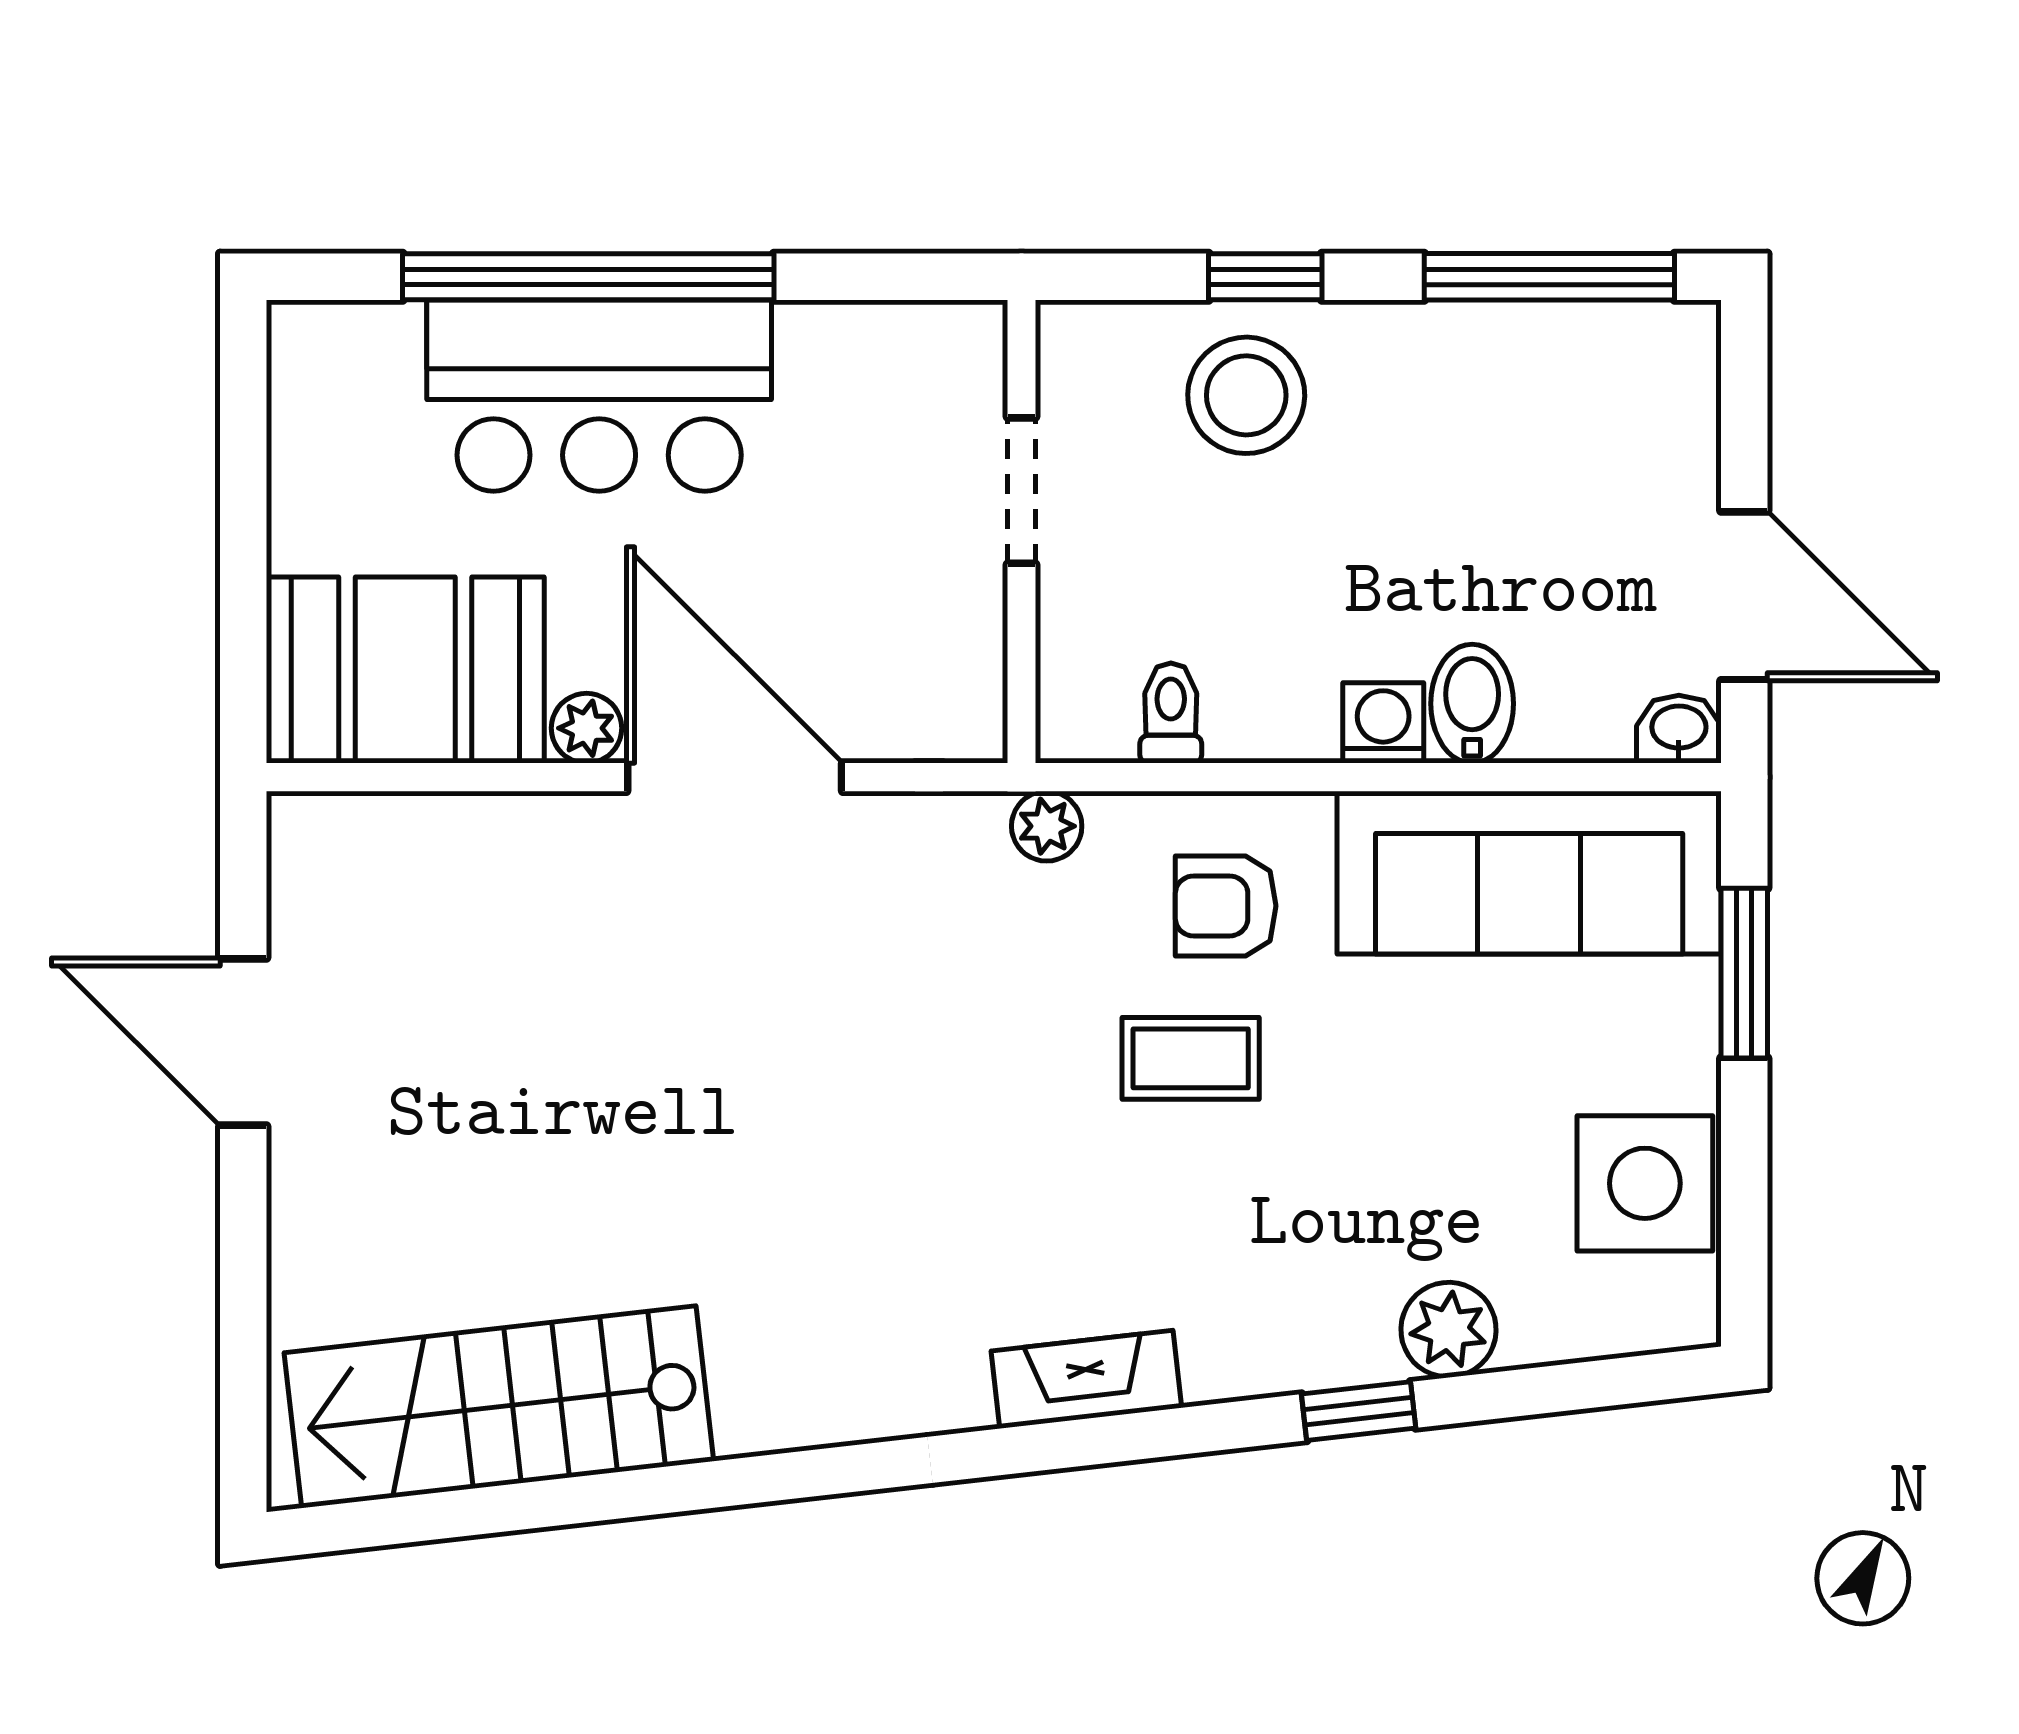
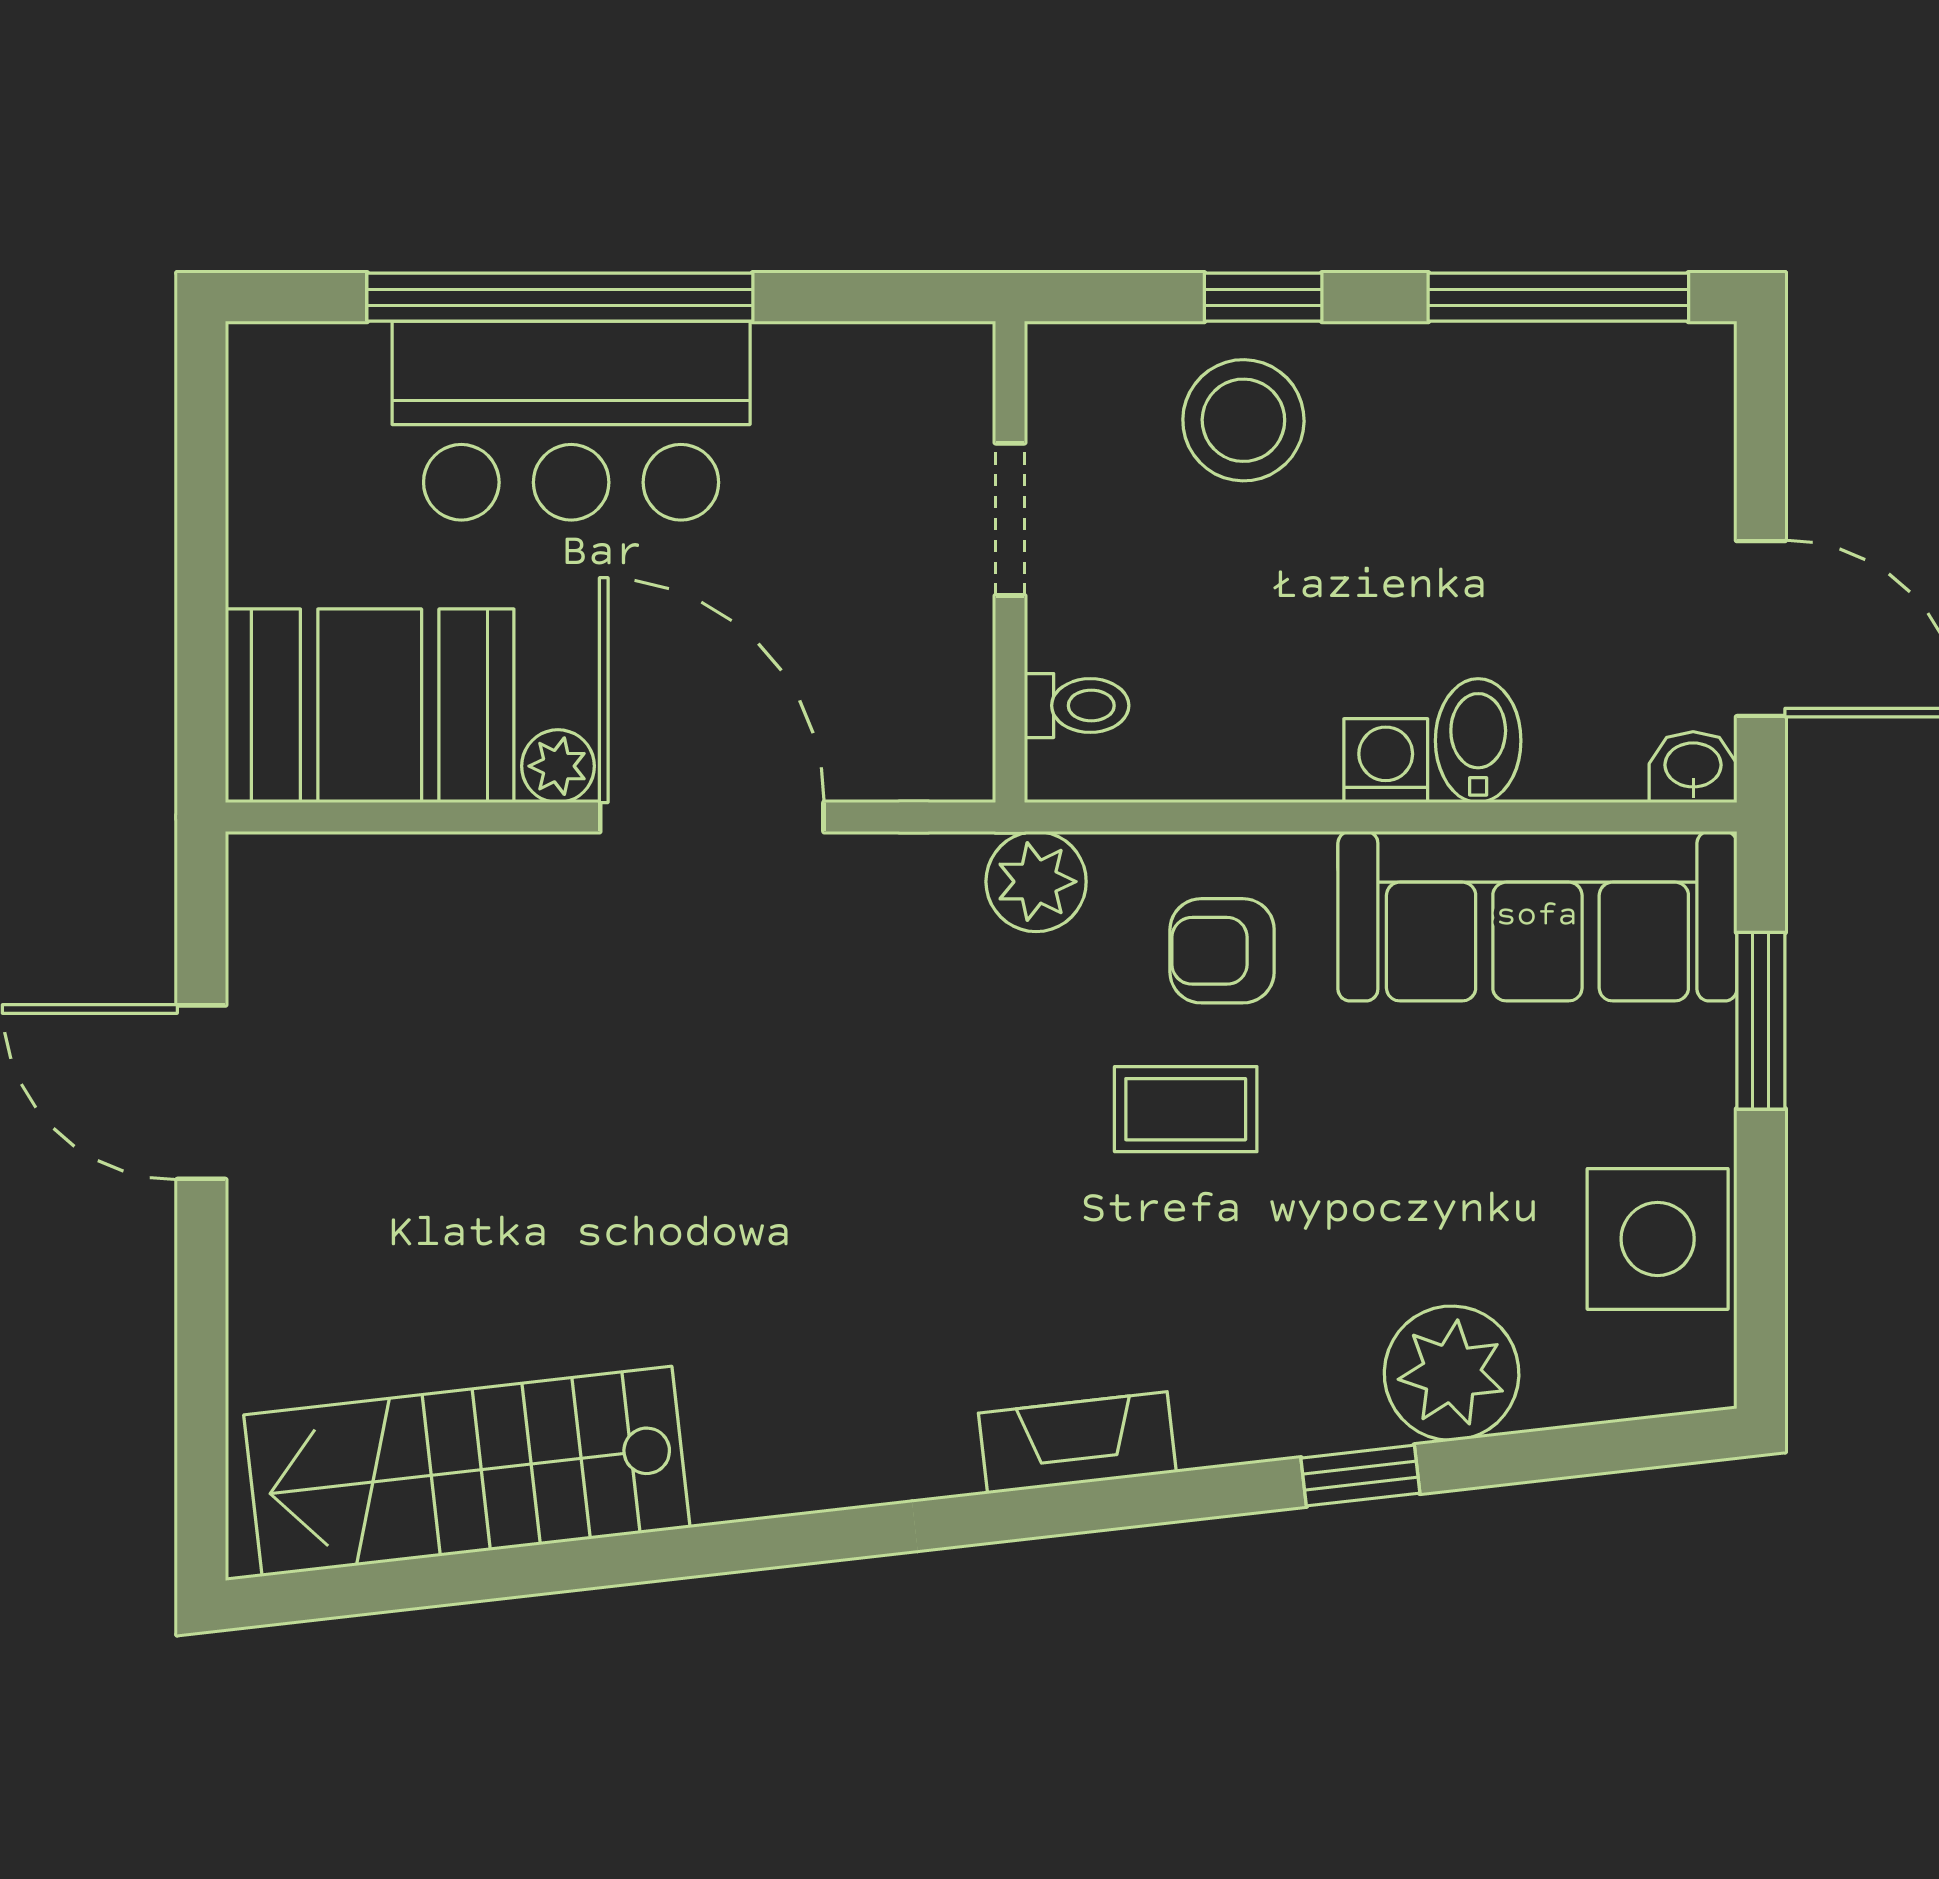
toilet: (1171, 713) -> (1077, 706), moved, turned 90
plant: (1047, 826) -> (1036, 882), width x1.38, depth x1.38
plant: (1448, 1330) -> (1452, 1373), width x1.36, depth x1.36

